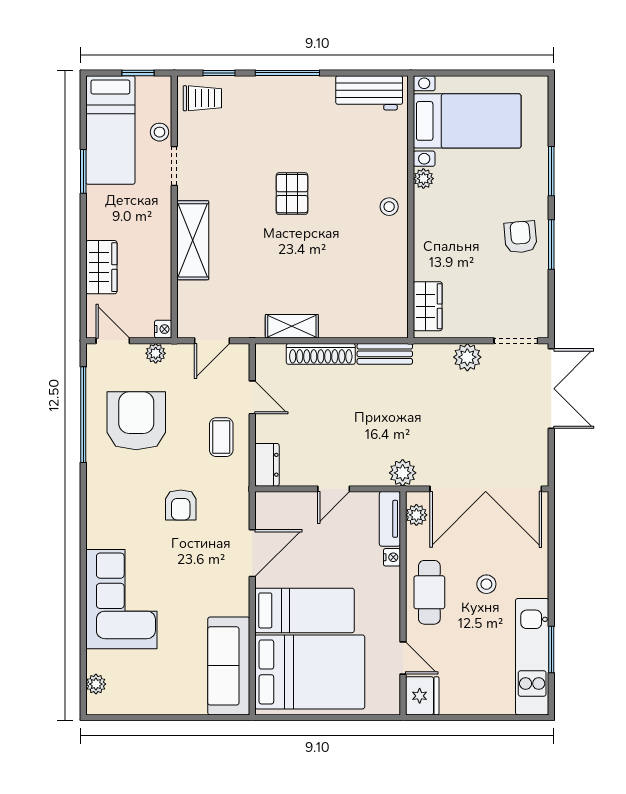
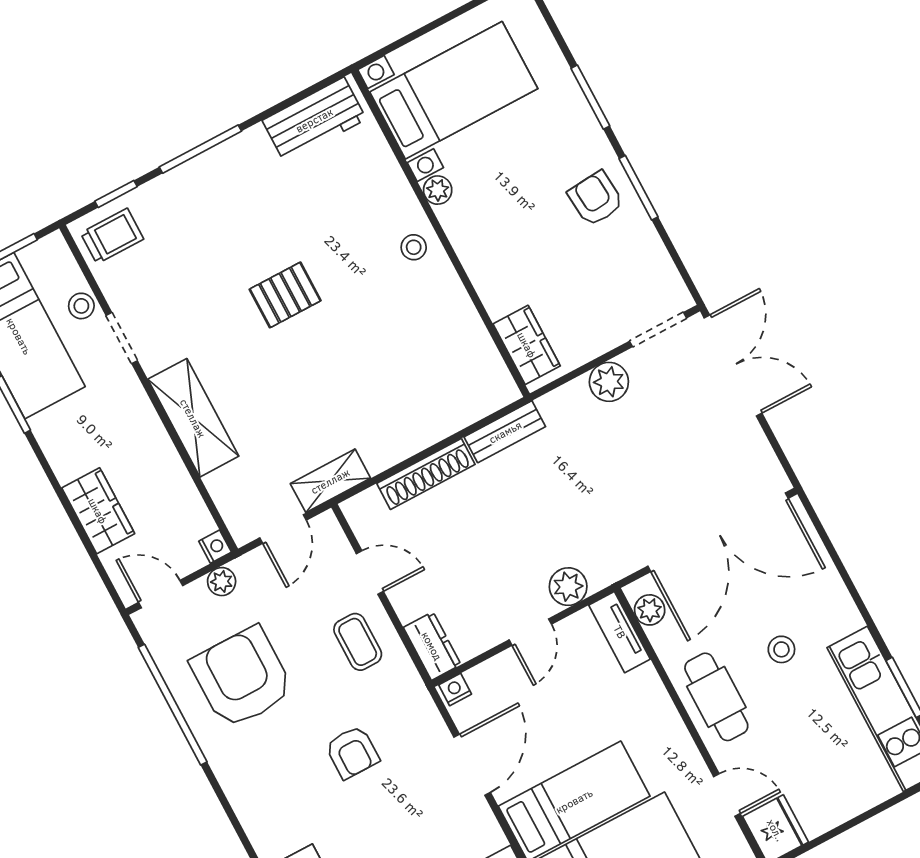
pallet: (292, 194) -> (285, 295), turned 90
shelving: (292, 326) -> (330, 481), moved
plant: (403, 473) -> (568, 587), moved
nightstand: (392, 557) -> (455, 690), moved, turned -90

